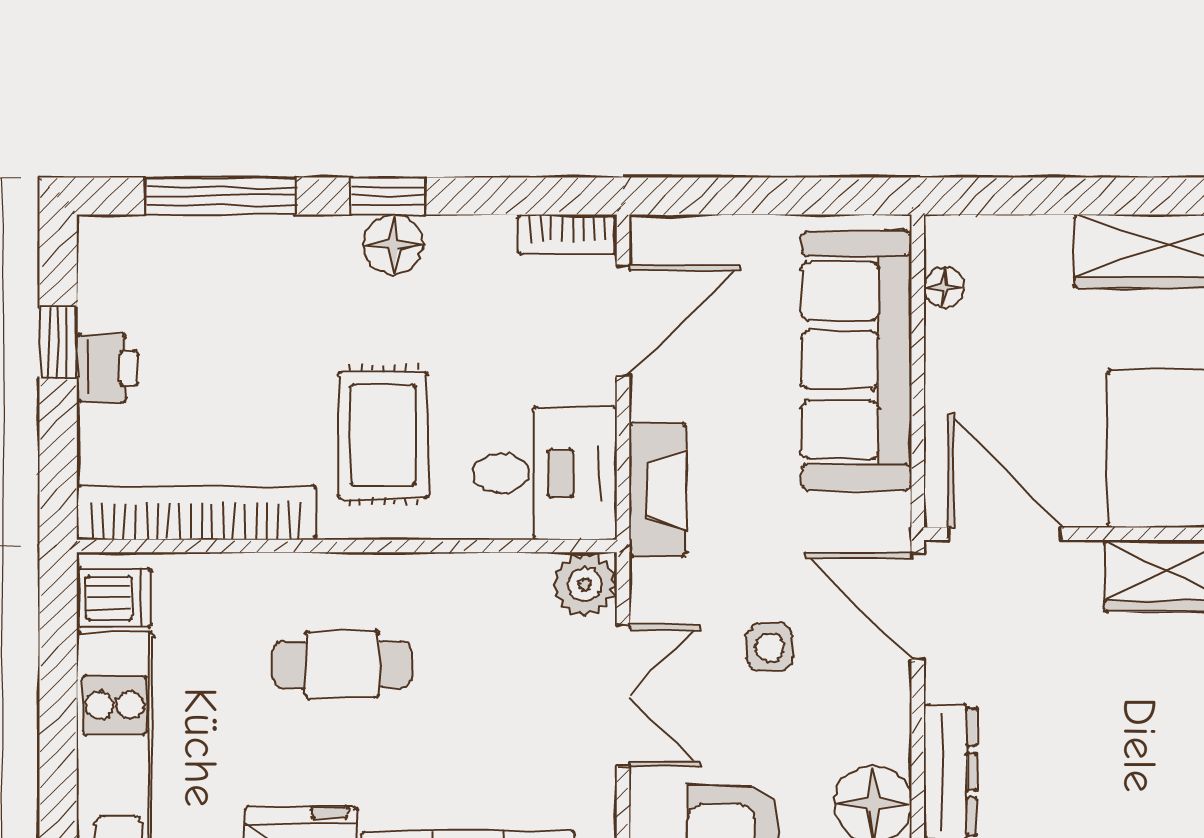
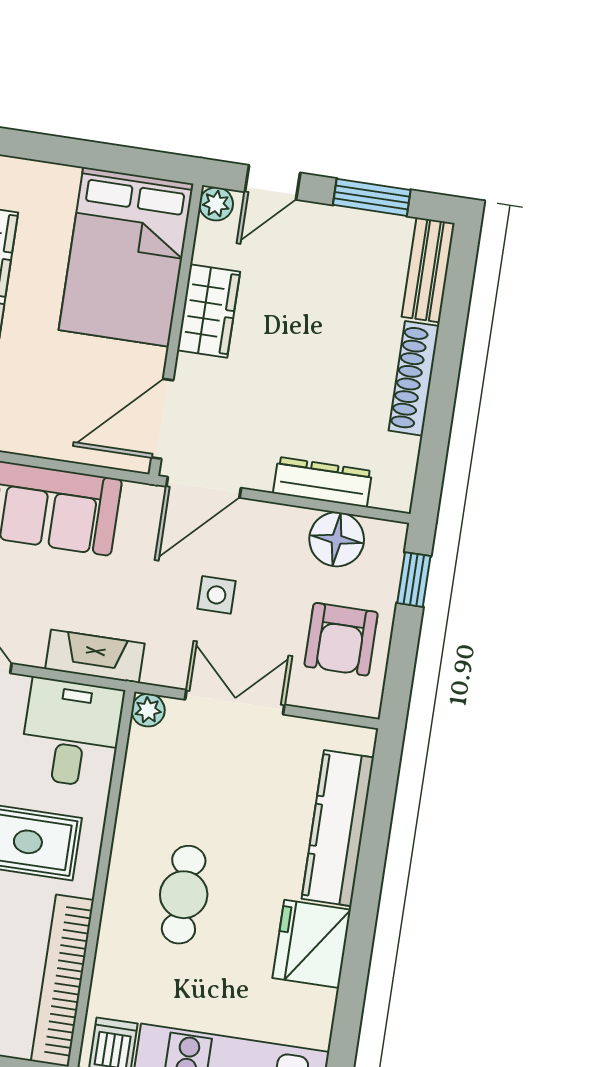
plant: (585, 584) -> (148, 710), width x0.73, depth x0.73

